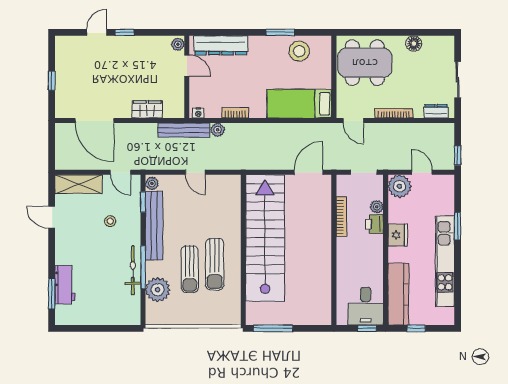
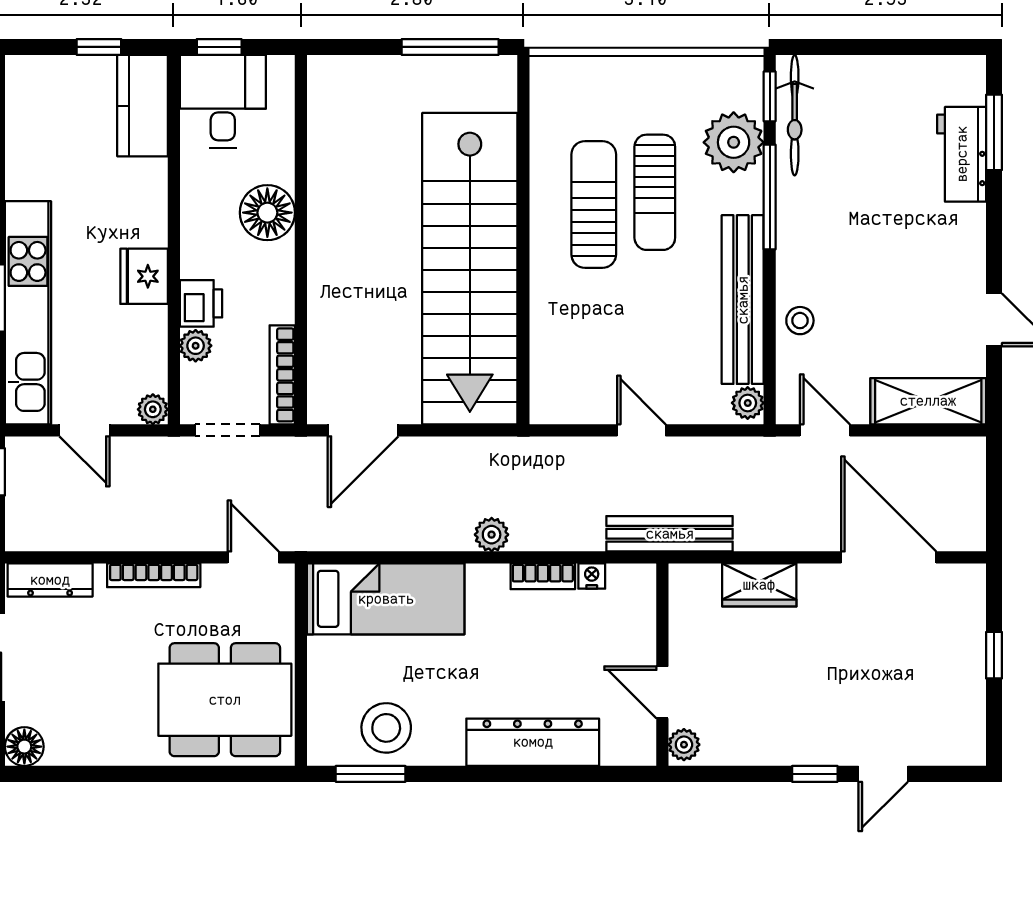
window: (280, 32) -> (371, 774), moved
floor lamp: (414, 44) -> (24, 747), moved
dresser: (221, 45) -> (533, 742), moved
dresser: (436, 111) -> (50, 580), width x1.44
nightstand: (198, 113) -> (592, 576), moved
plant: (218, 130) -> (492, 535), moved
plant: (400, 186) -> (153, 409), width x0.53, depth x0.53
window: (143, 202) -> (770, 96), moved
bookcase: (341, 217) -> (282, 375), moved
stool: (110, 221) -> (800, 321), moved
floor lamp: (348, 261) -> (267, 213), added
kitchen unit: (445, 261) -> (28, 313), moved
sun lounger: (190, 269) -> (655, 192), turned 180
bicycle: (133, 270) -> (795, 115), moved
kitchen counter: (398, 294) -> (143, 106), width x0.67

